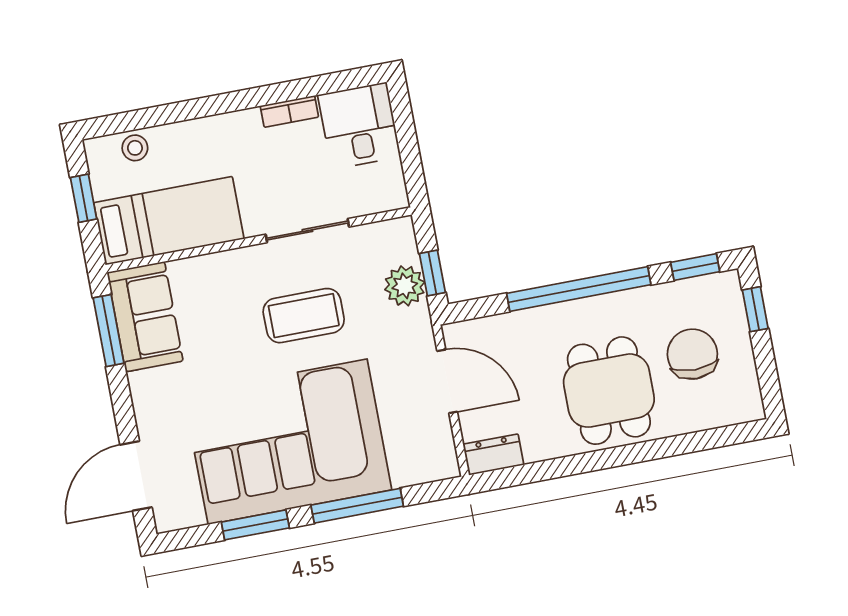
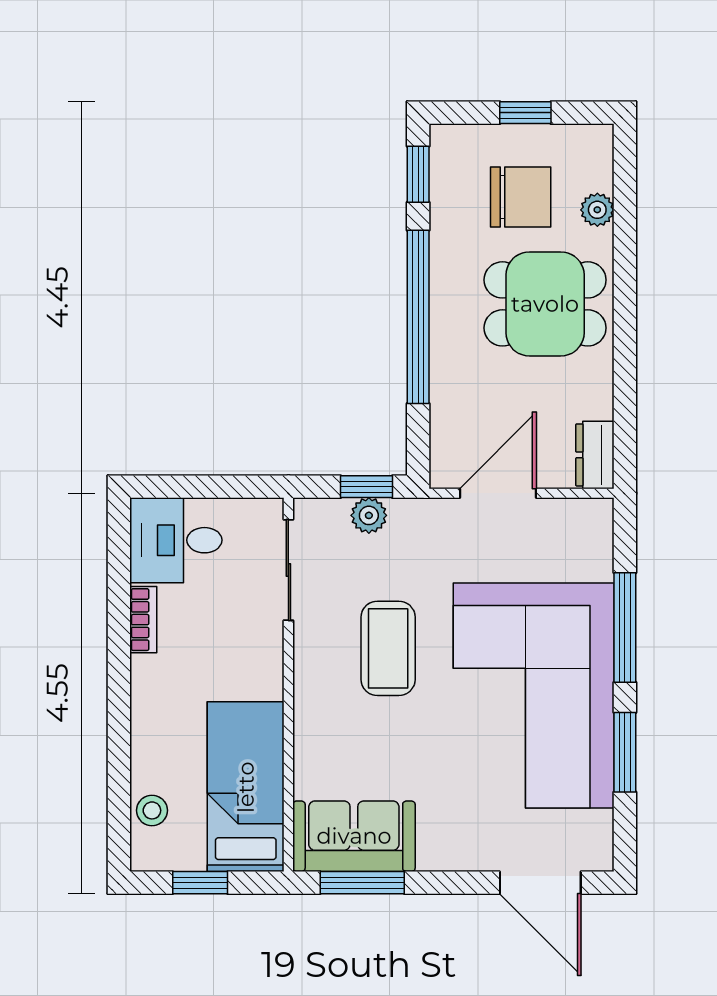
sliding door: (307, 231) -> (288, 570), moved
plant: (405, 286) -> (369, 515), width x0.73, depth x0.73
window: (755, 309) -> (525, 113), moved
chair: (692, 354) -> (521, 197), turned 180
plant: (694, 419) -> (597, 210), added

